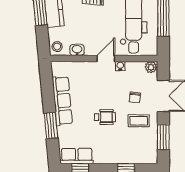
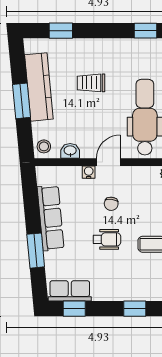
water cooler: (120, 66) -> (89, 172), moved
chair: (135, 97) -> (111, 204), moved

